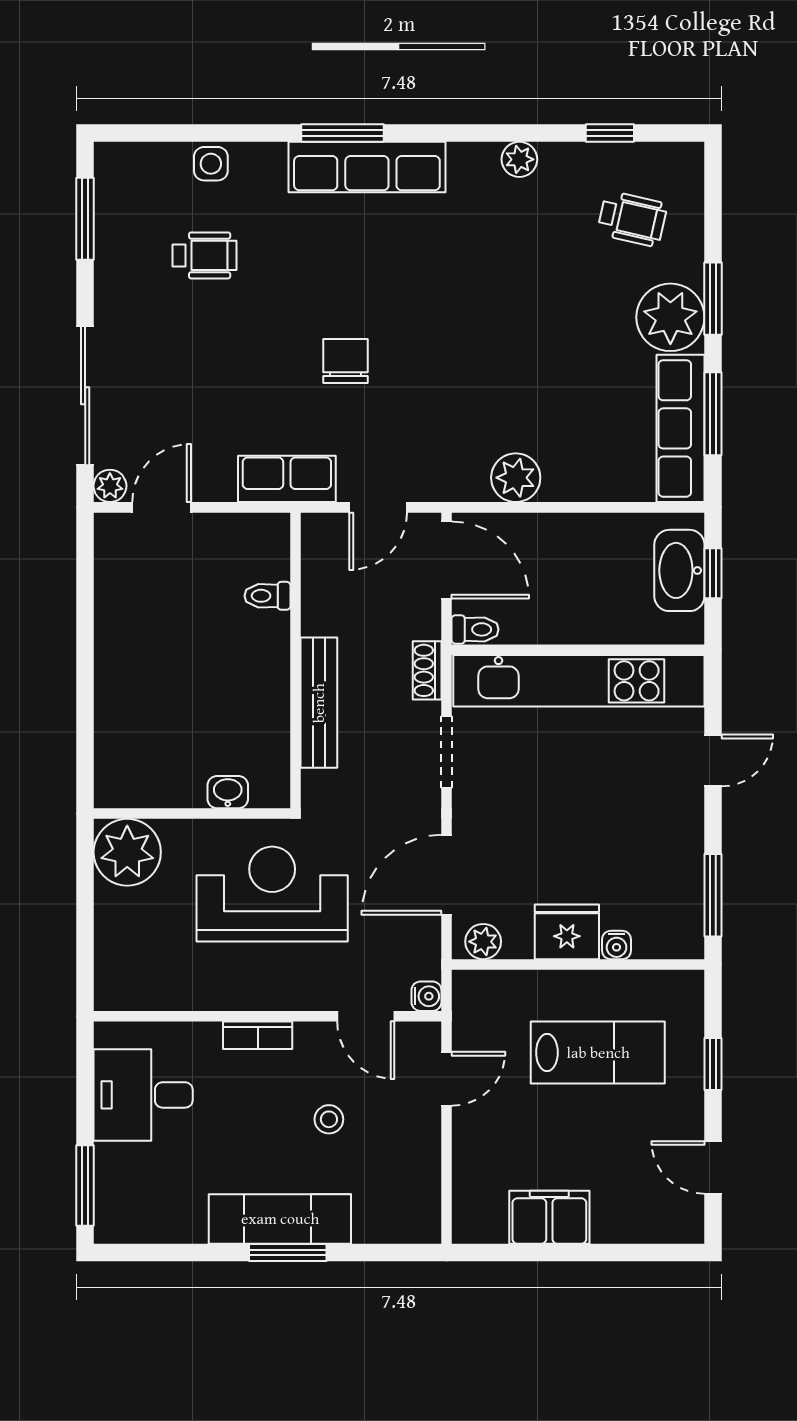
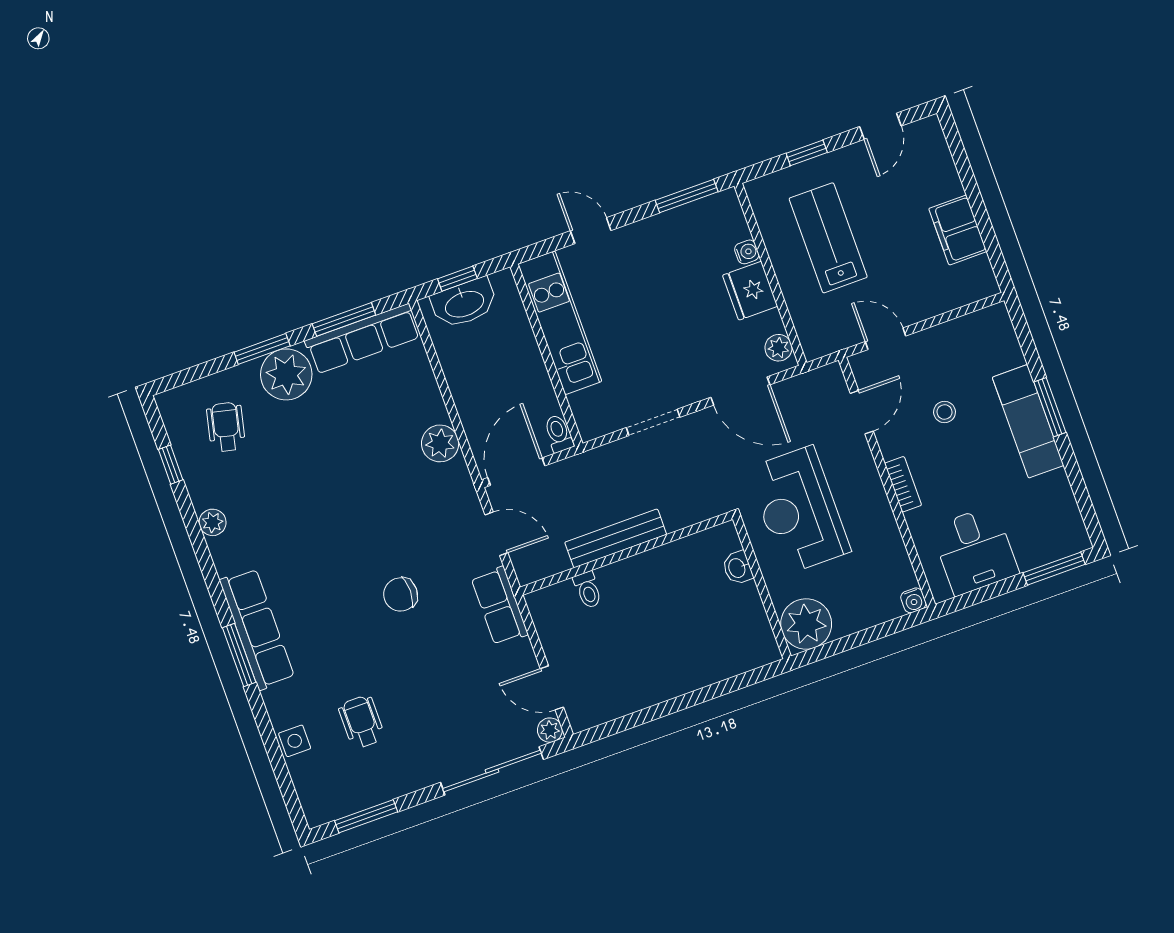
shoe rack: (427, 670) -> (600, 457), removed
kitchen unit: (579, 681) -> (560, 323), width x0.73
bench: (319, 703) -> (616, 538), moved
water cooler: (426, 996) -> (913, 600), moved, turned 180

